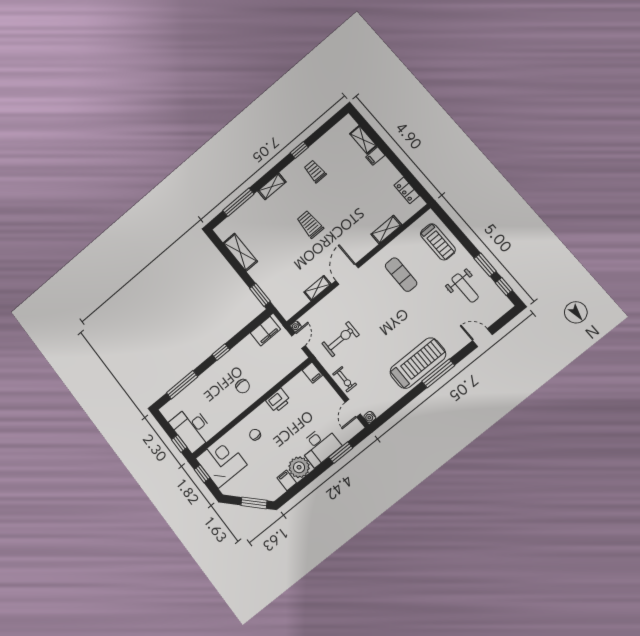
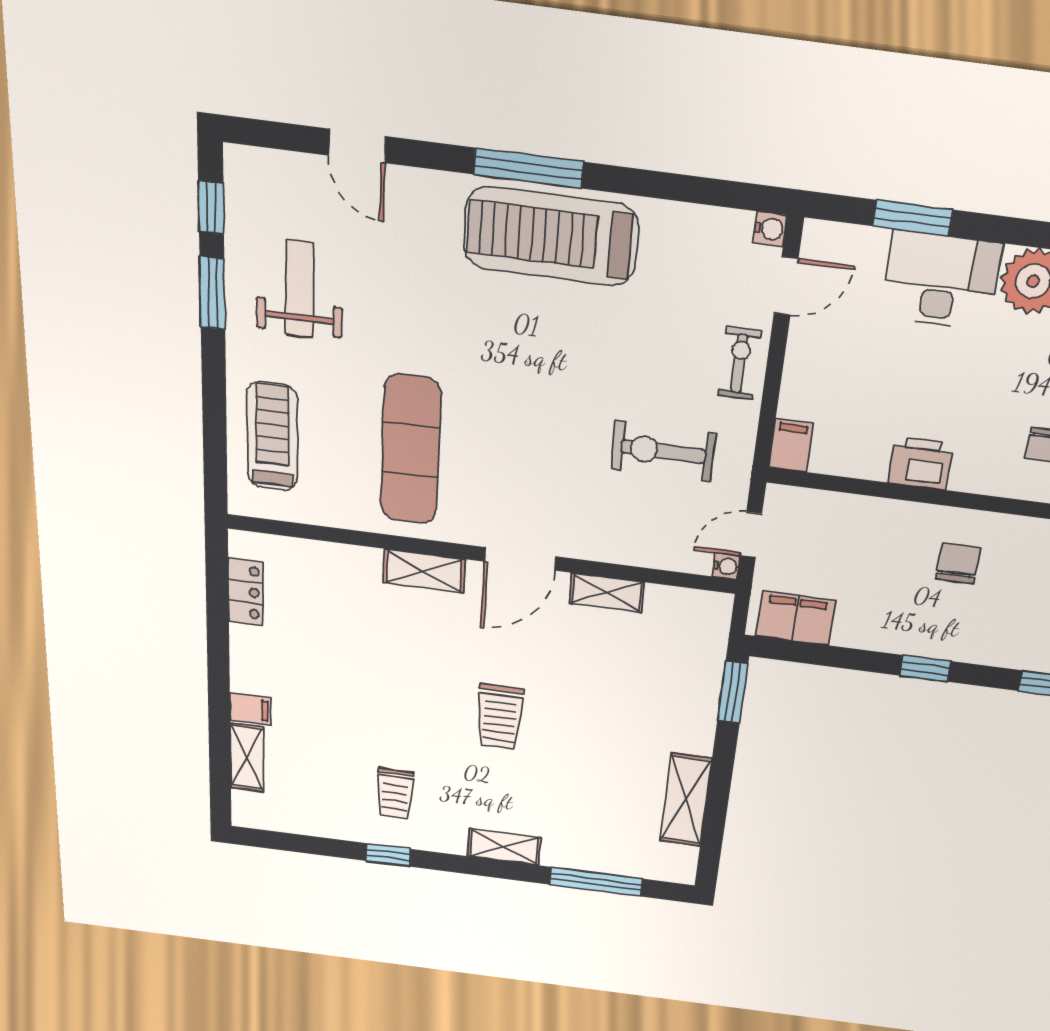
shelving: (386, 230) -> (424, 571), moved
exercise mat: (401, 275) -> (410, 450), width x1.36, depth x1.45

